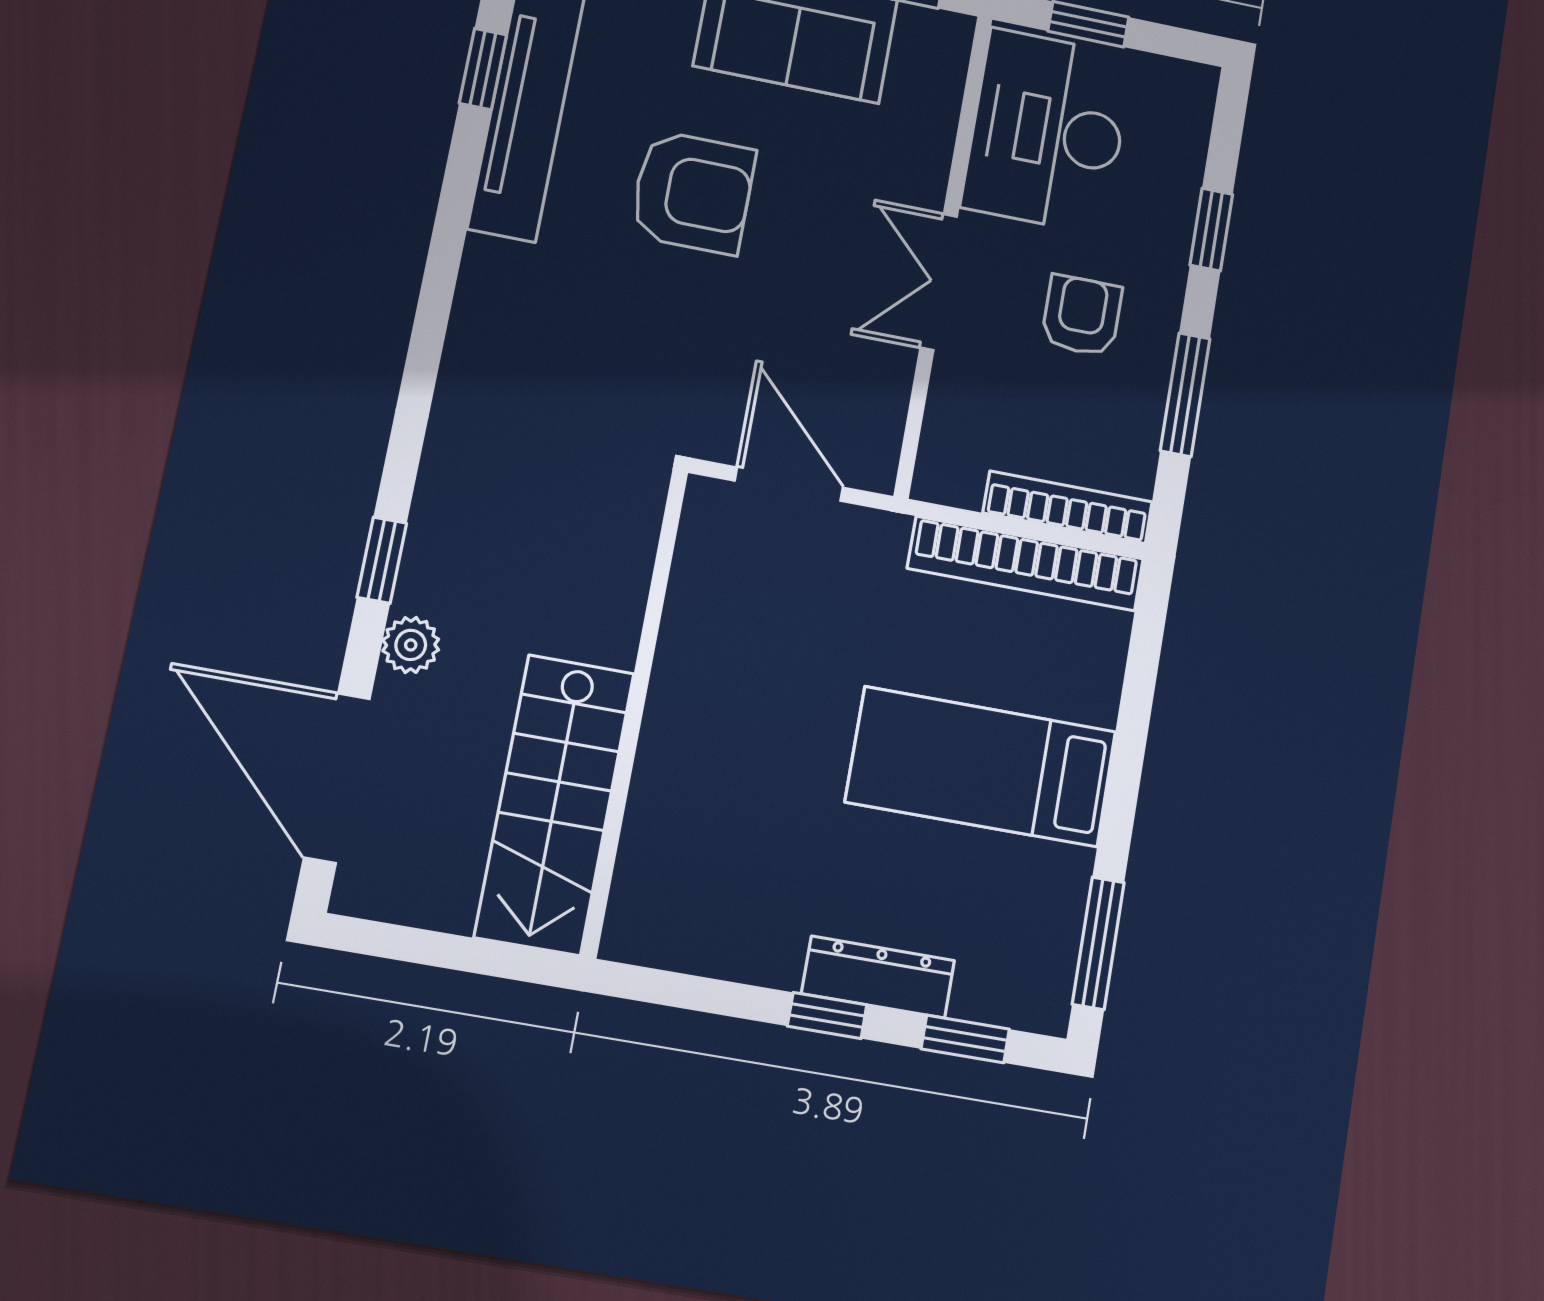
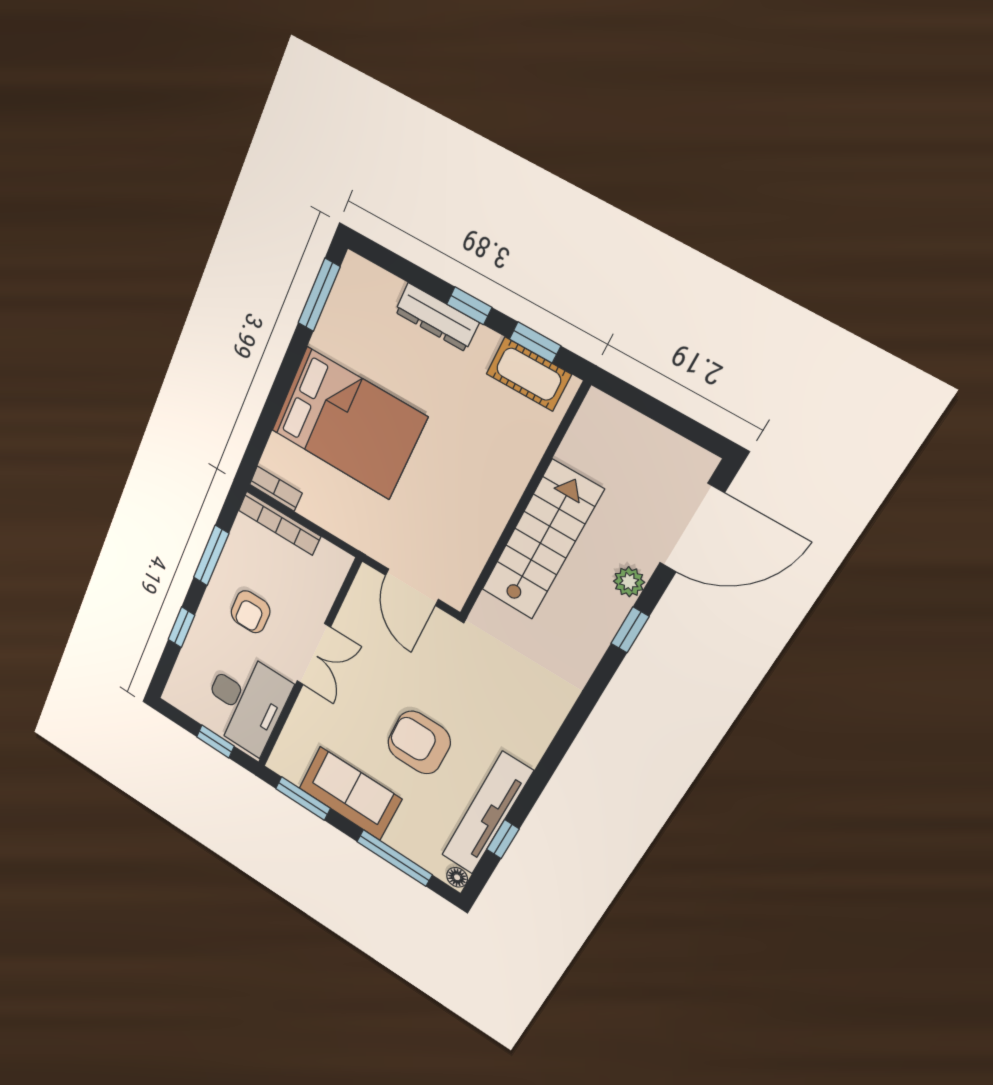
bookcase: (1026, 564) -> (276, 489), width x0.43, depth x0.76
bed: (981, 767) -> (348, 424), width x1.50
door: (337, 778) -> (692, 528), hinge flipped
stairs: (555, 804) -> (542, 541), moved
cot: (691, 937) -> (529, 374), added
window: (965, 1039) -> (535, 342), moved

